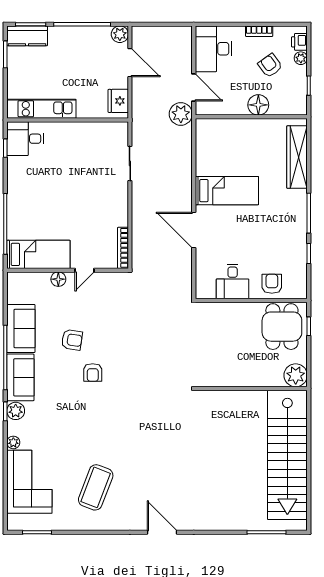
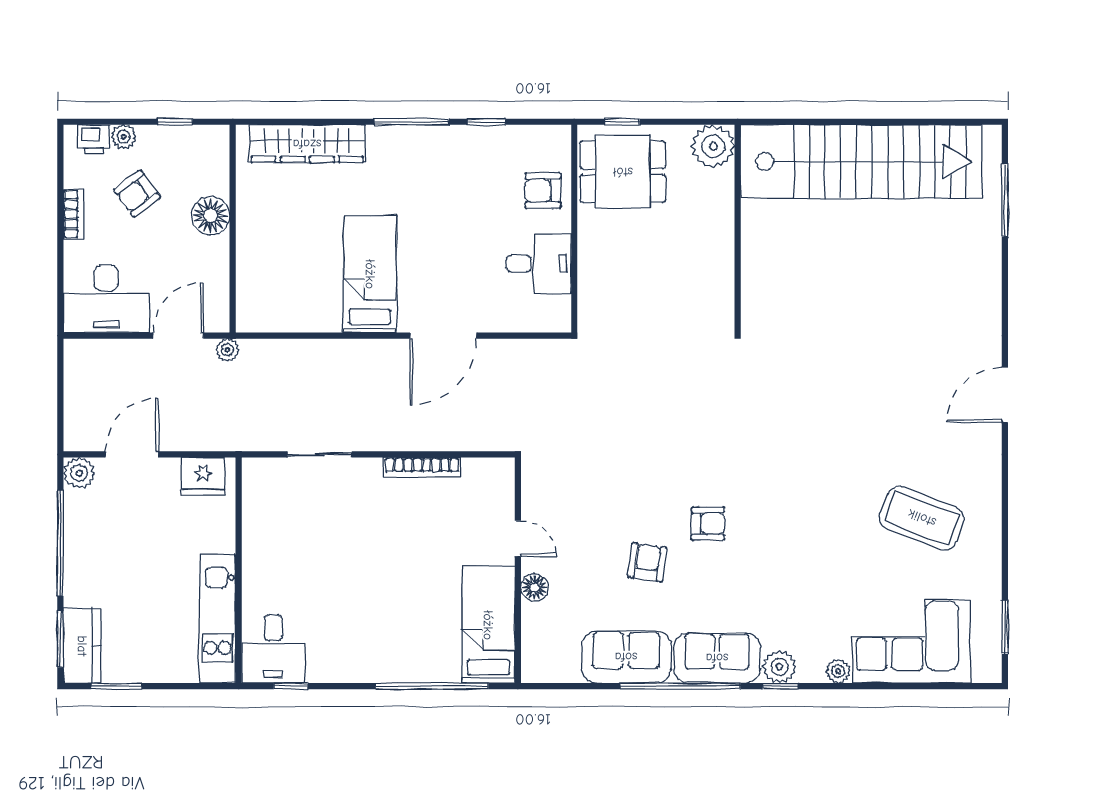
plant: (181, 114) -> (227, 350), width x0.53, depth x0.53
bookcase: (123, 248) -> (422, 467), moved

